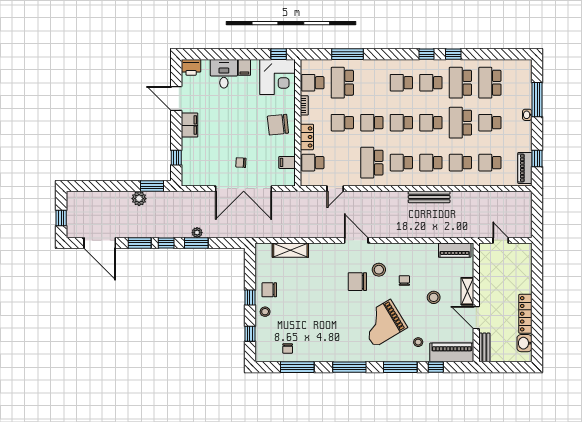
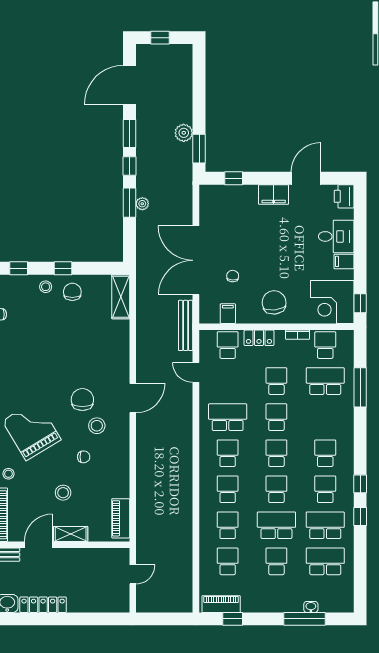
washbasin: (527, 115) -> (311, 607), moved
chair: (241, 163) -> (233, 276), moved
bench: (429, 197) -> (186, 325), moved
shelving: (290, 250) -> (121, 297), moved

